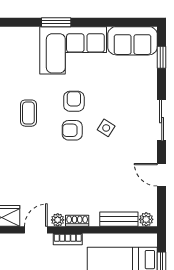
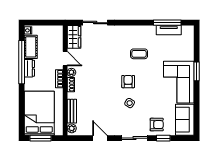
window: (162, 57) -> (163, 138), moved
armchair: (74, 101) -> (157, 125), moved
door: (162, 175) -> (100, 138), hinge flipped

